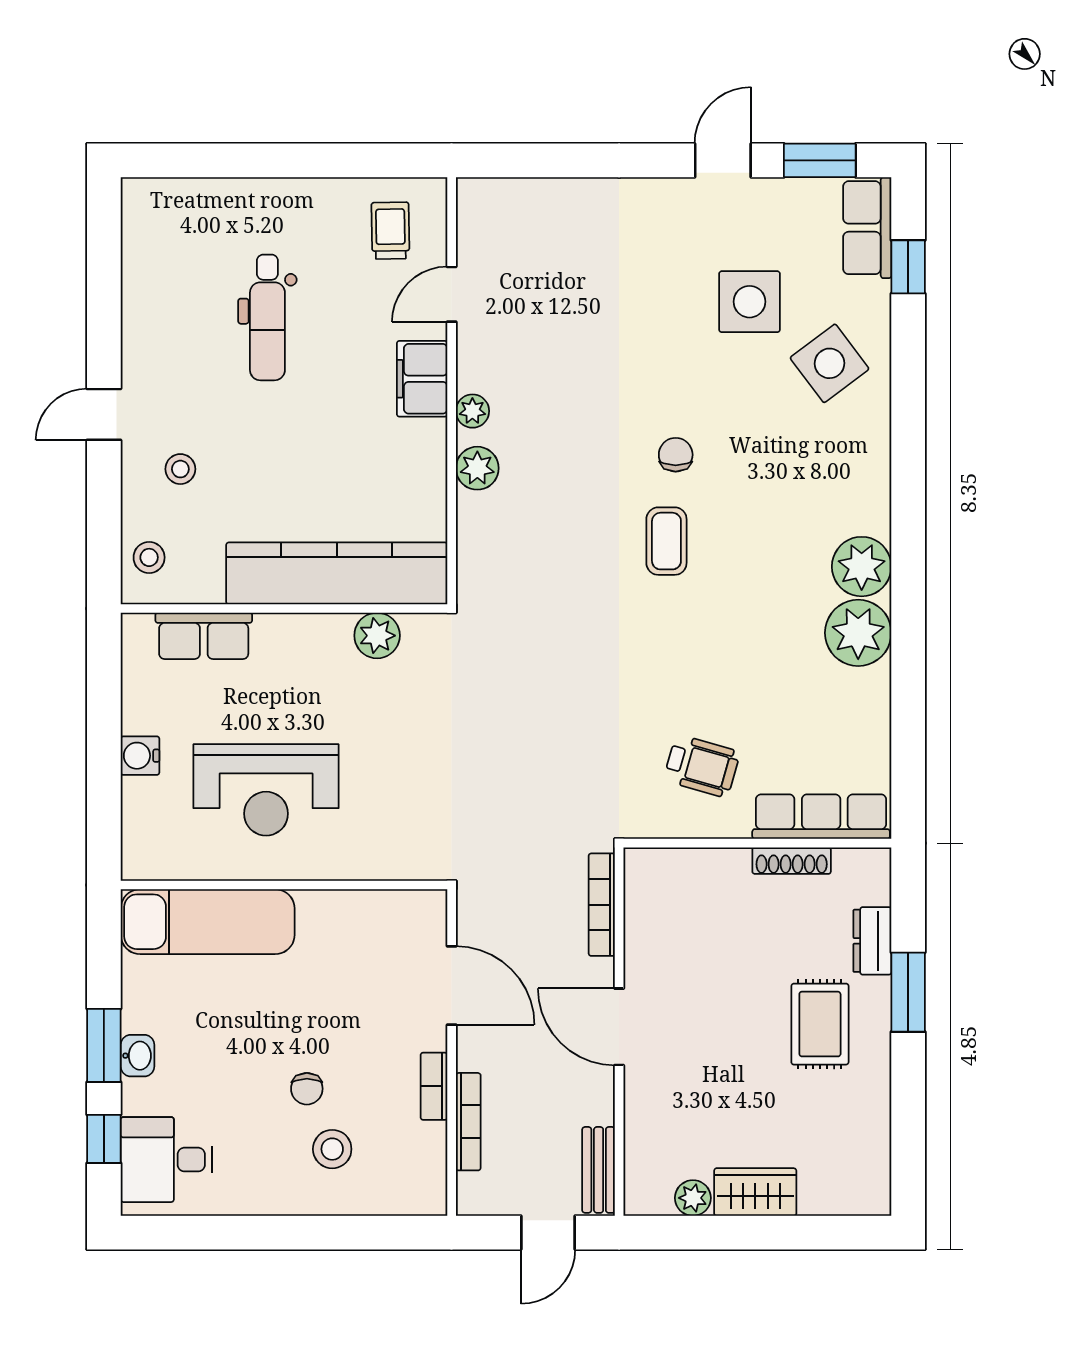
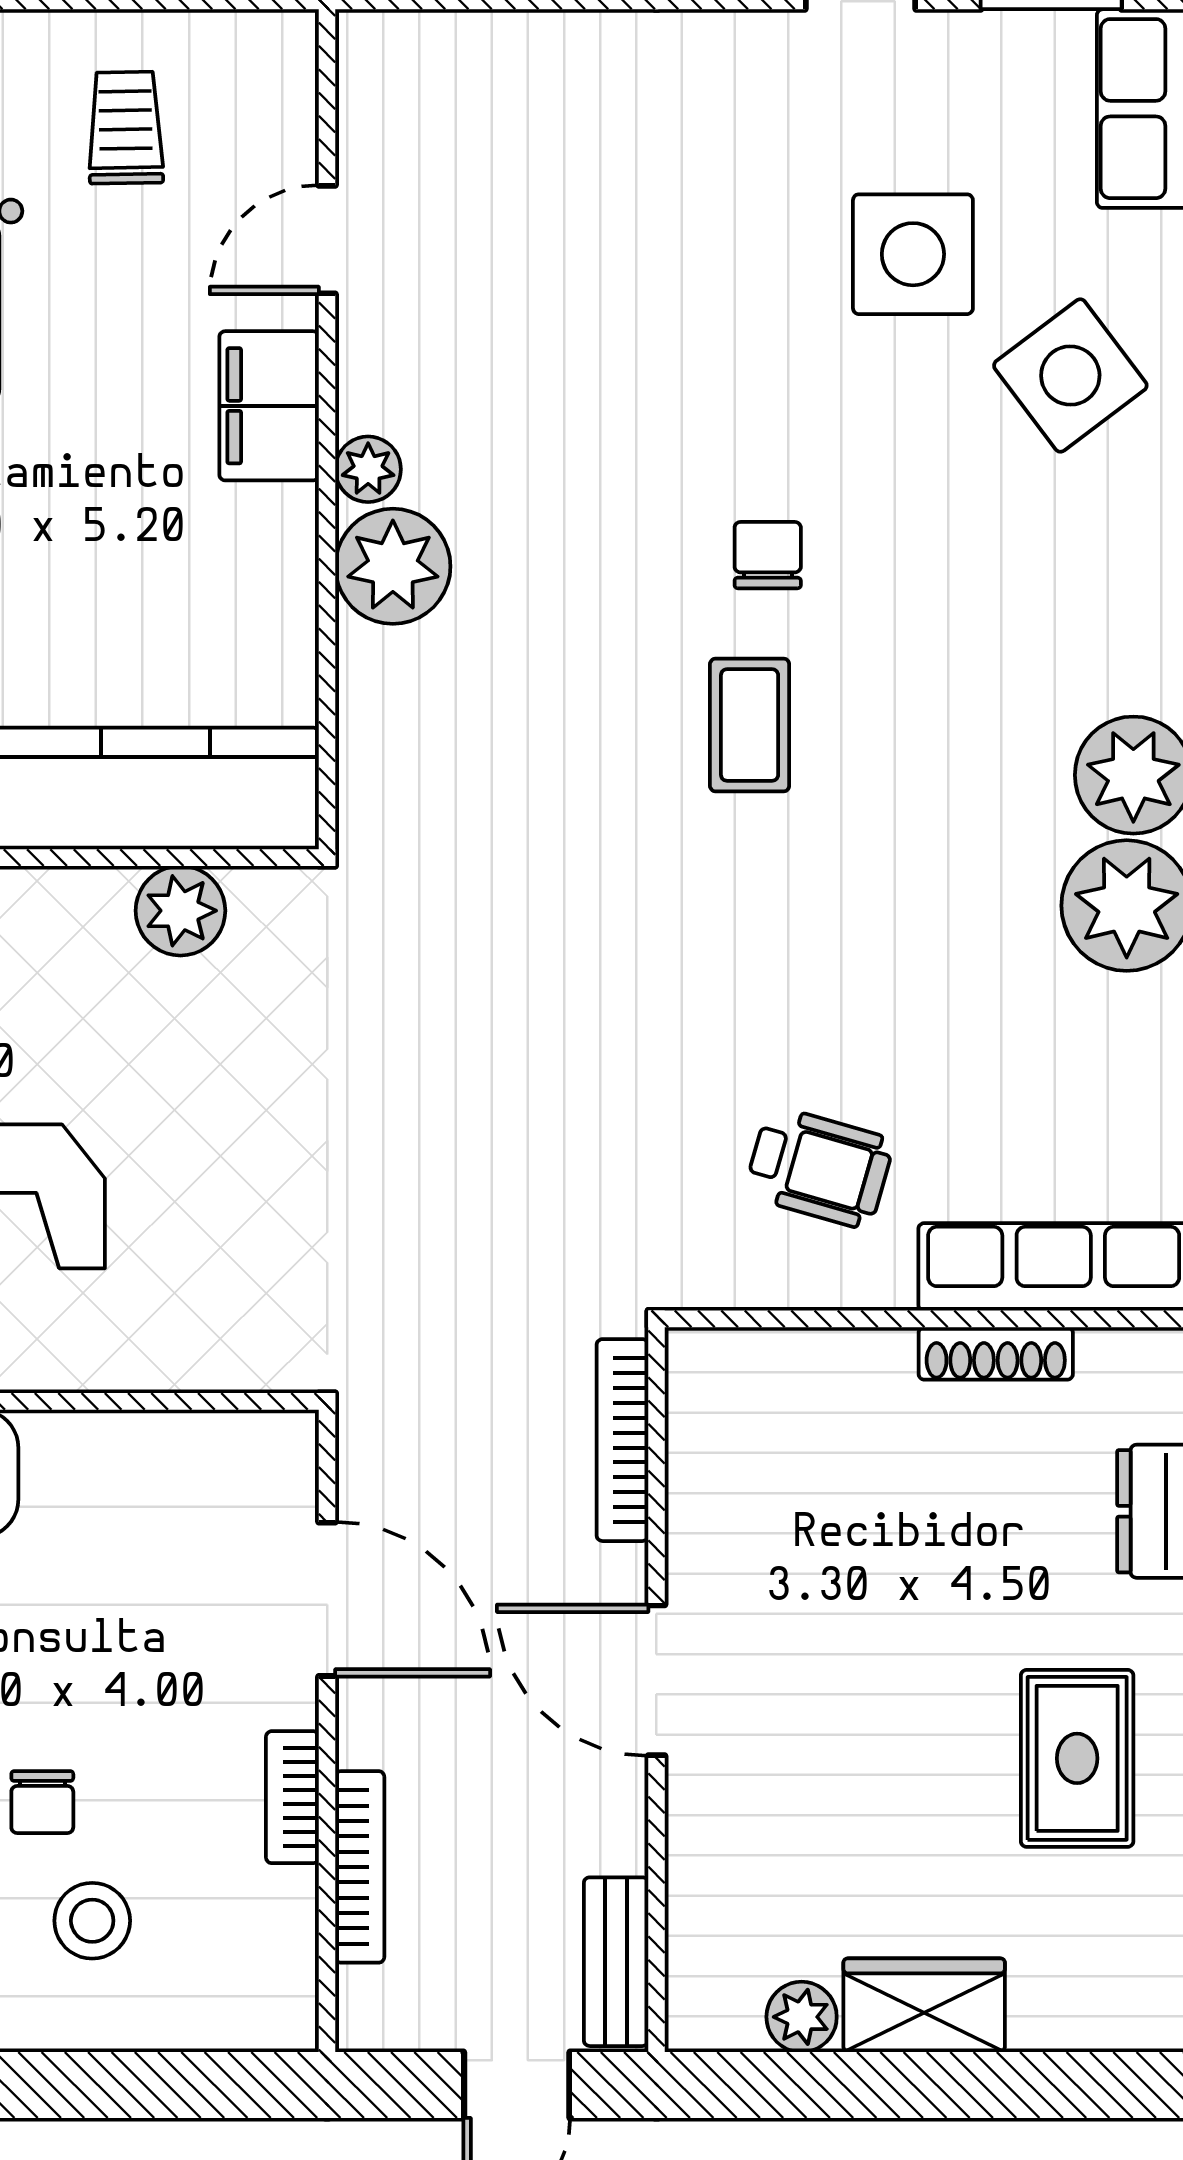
trolley: (390, 231) -> (126, 128), moved
plant: (477, 468) -> (393, 566), width x1.36, depth x1.36
rug: (820, 1024) -> (1077, 1758), moved

